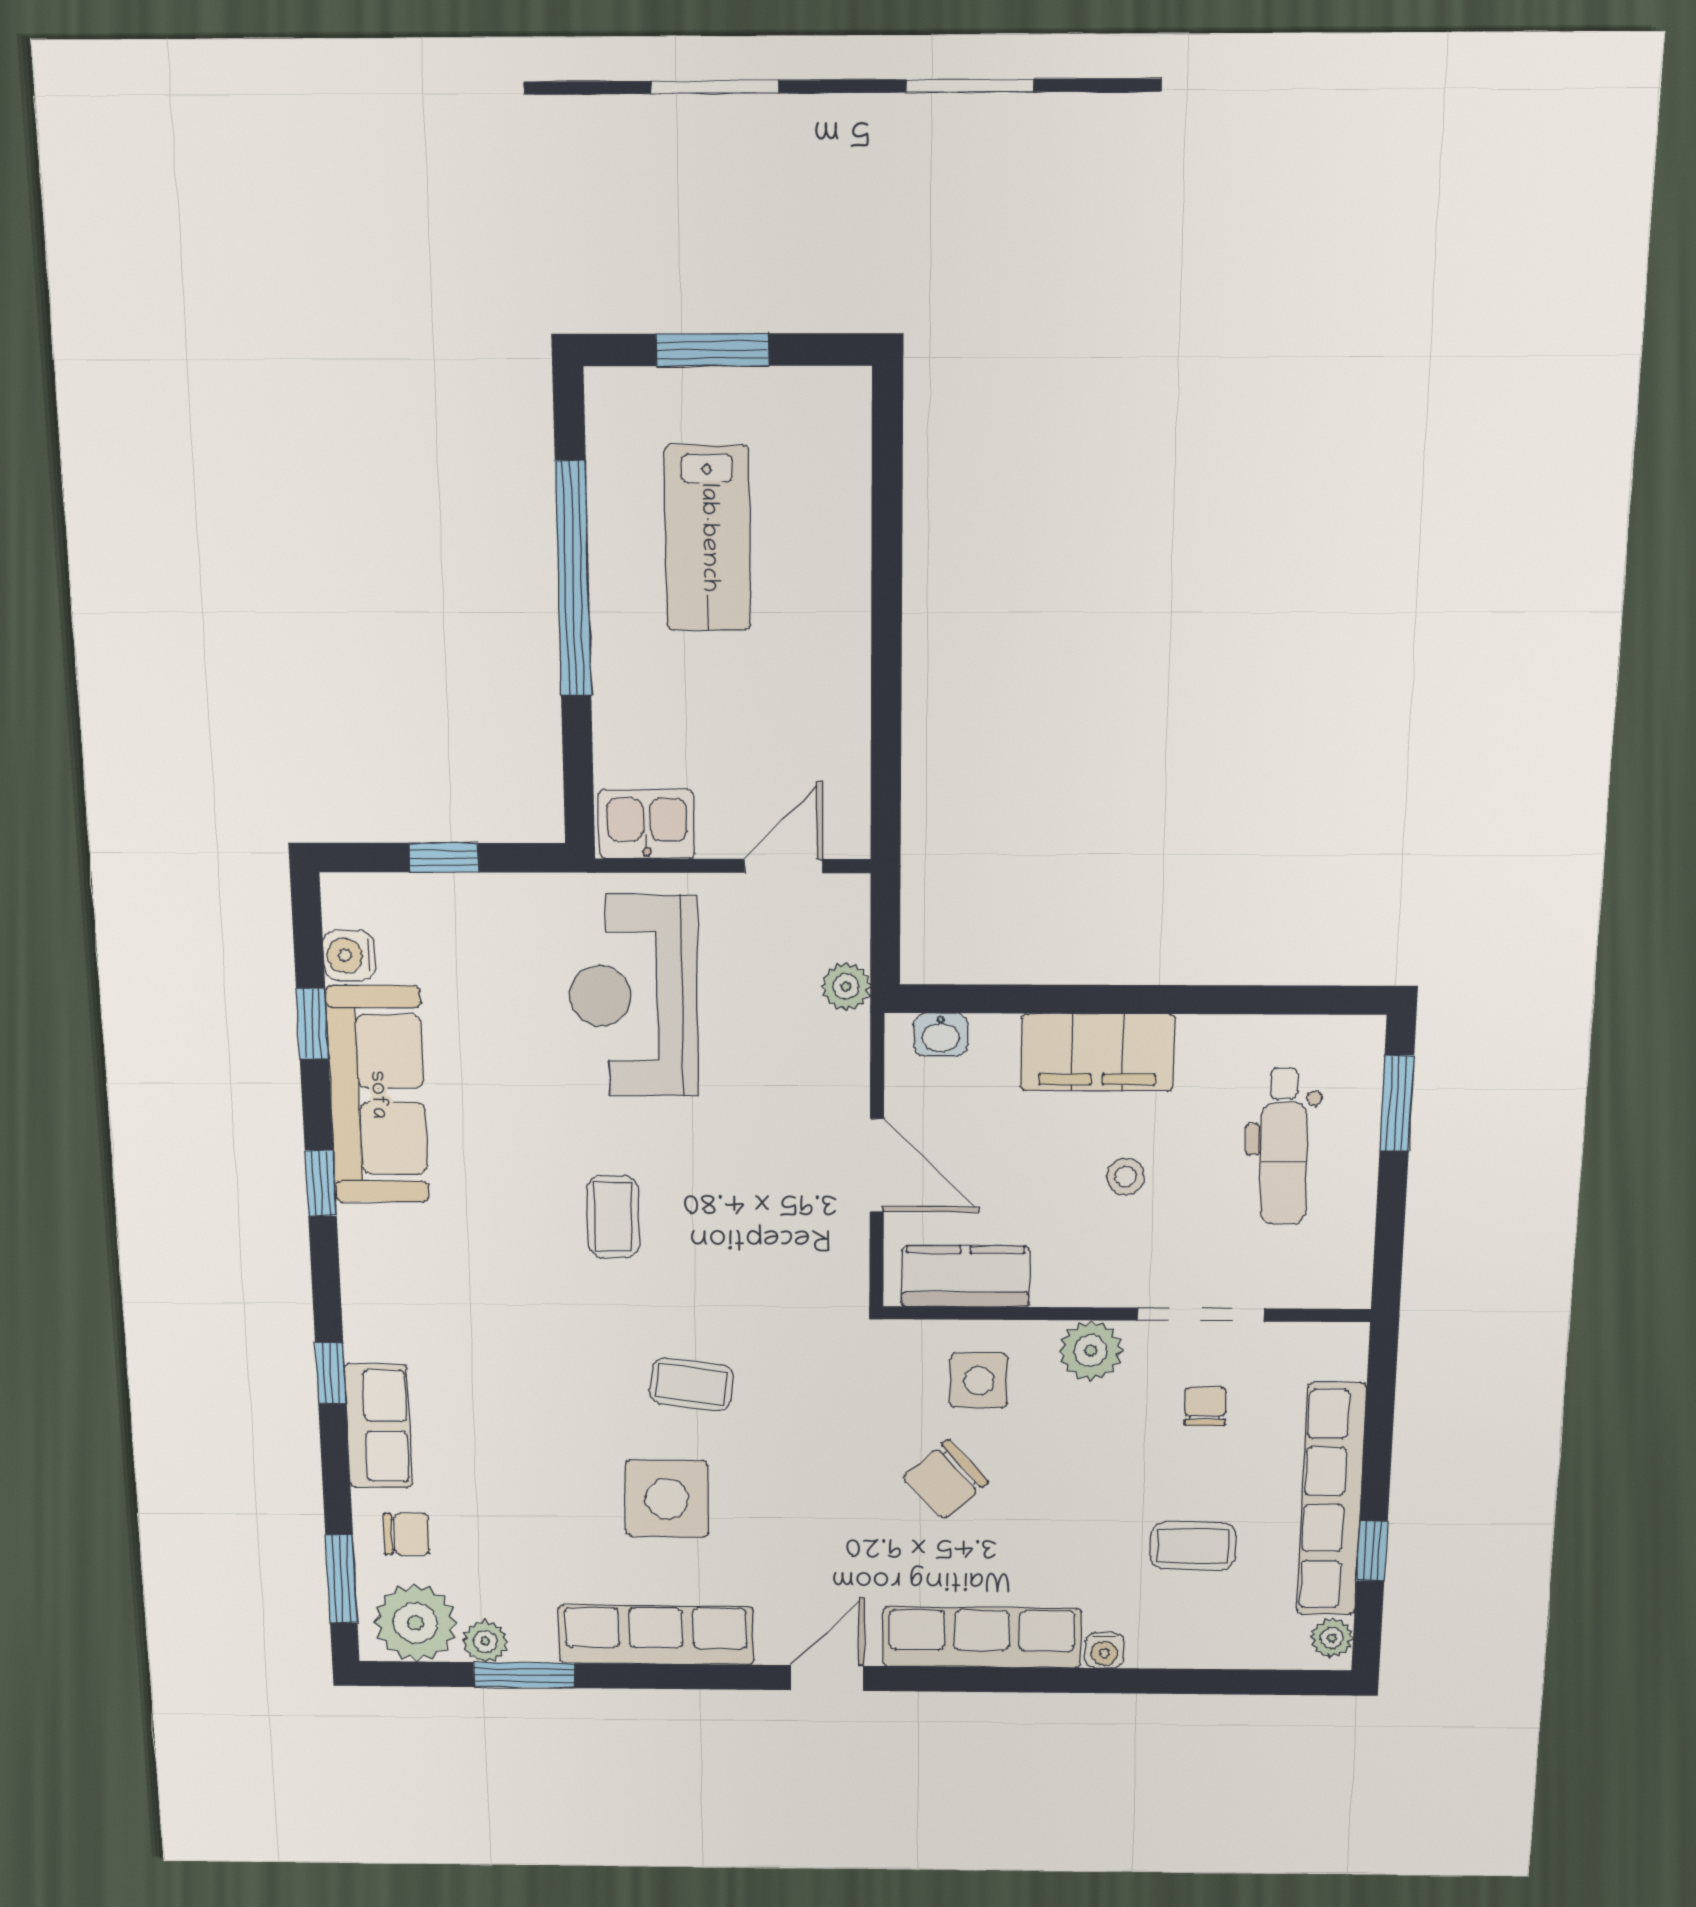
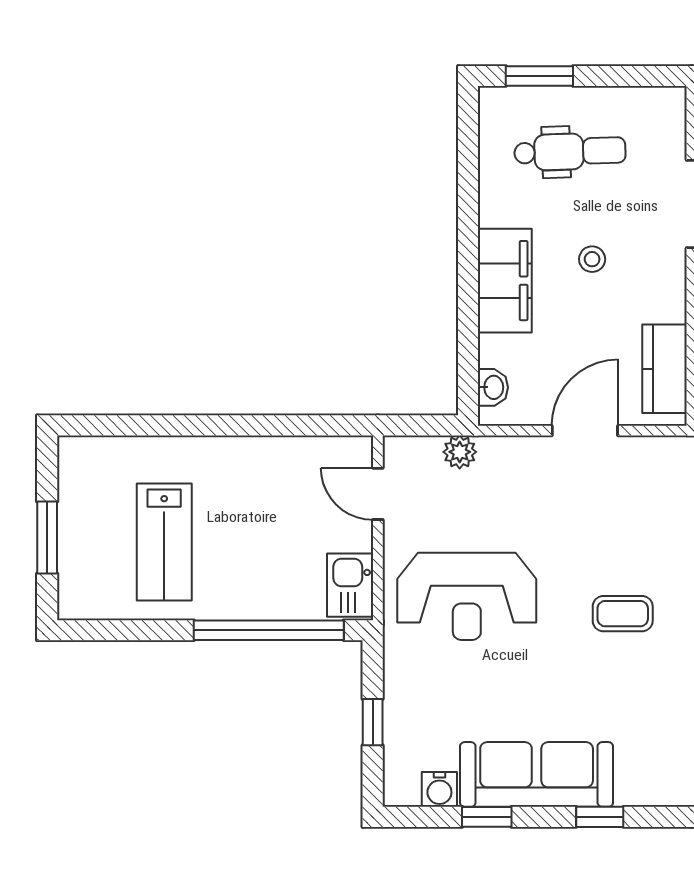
lab bench: (708, 538) -> (164, 542), turned 90
window: (573, 579) -> (269, 630), moved

